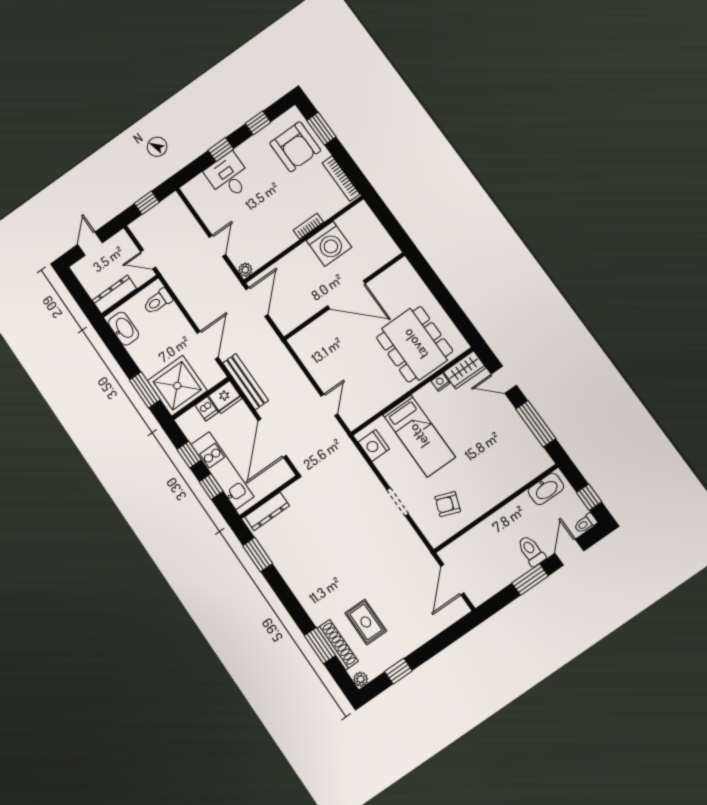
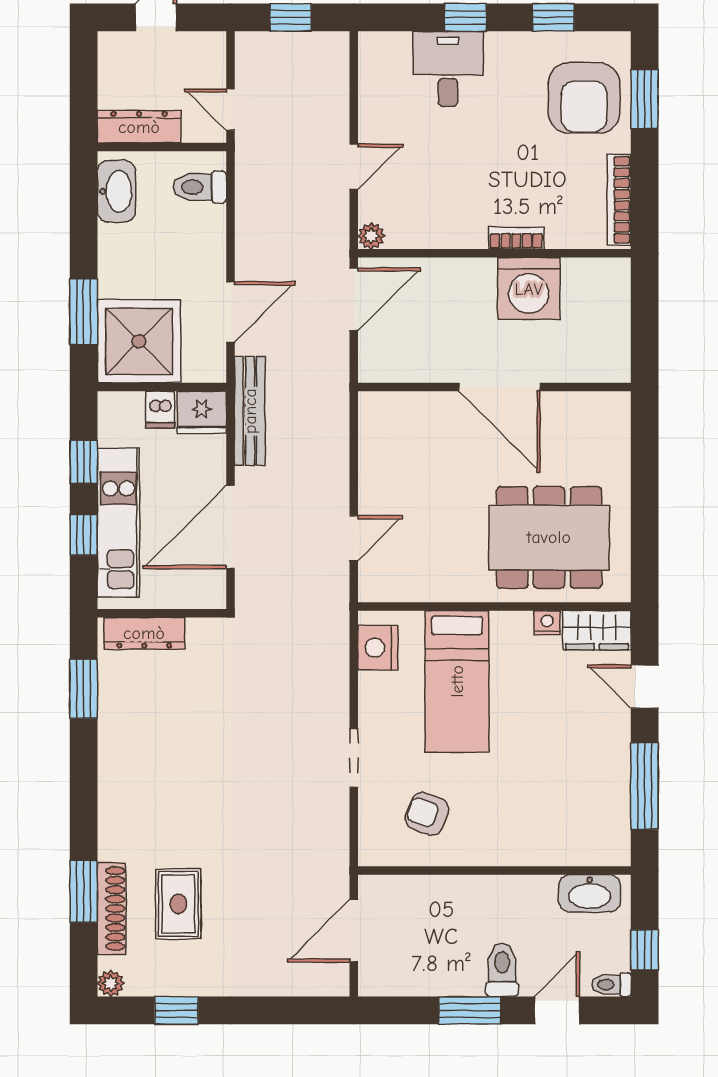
dining table: (415, 344) -> (549, 537), turned 90

